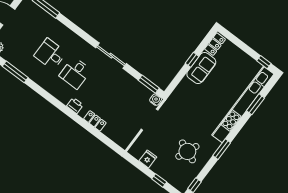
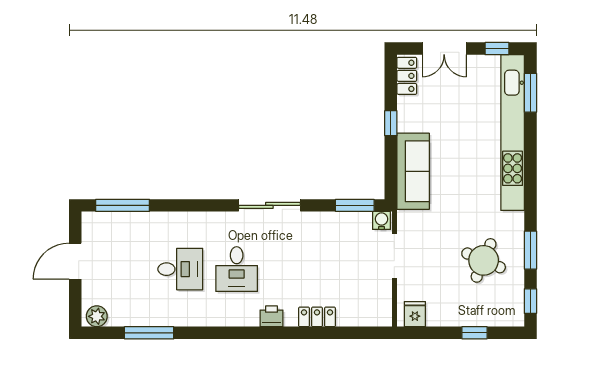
double door: (241, 45) -> (444, 49), added
desk: (50, 54) -> (180, 269), turned 180
sofa: (201, 68) -> (413, 171), moved, width x1.36
window: (255, 104) -> (530, 93), moved
window: (222, 149) -> (530, 250), moved
fridge: (148, 159) -> (415, 314), moved

